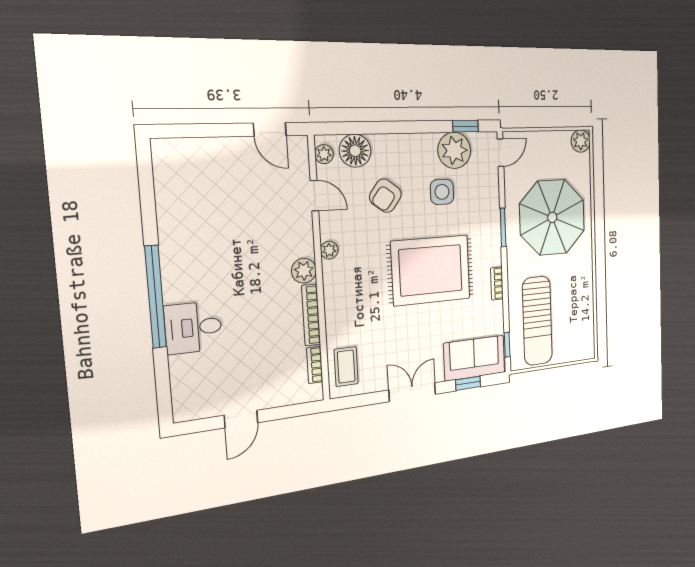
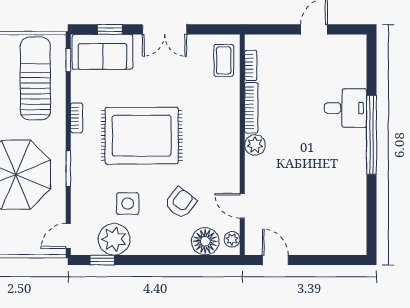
plant: (329, 250) -> (232, 160), removed

